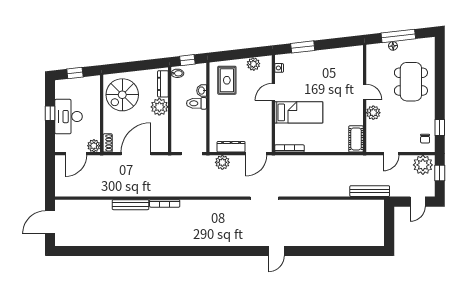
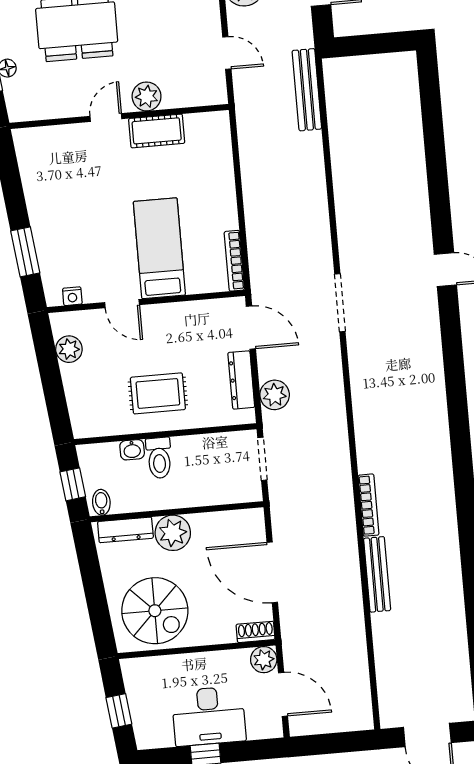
rug: (227, 80) -> (158, 393), moved
cot: (356, 139) -> (157, 131), moved

